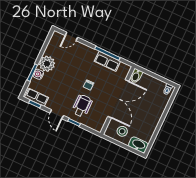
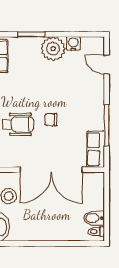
row of seats: (107, 61) -> (96, 149), moved
water cooler: (38, 74) -> (73, 43), moved
bidet: (136, 76) -> (94, 218), moved

